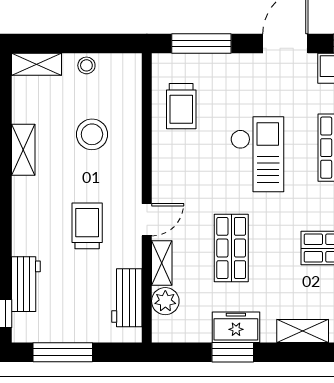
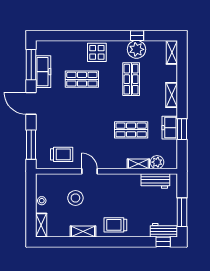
checkout: (257, 154) -> (85, 117), removed
door: (147, 220) -> (89, 171), moved
trolley: (87, 226) -> (115, 225), moved
workbench: (26, 284) -> (164, 230), moved

